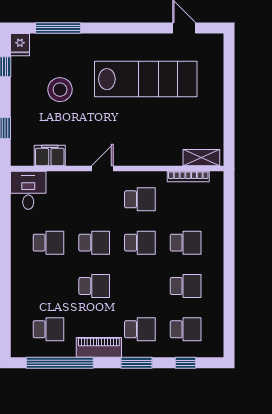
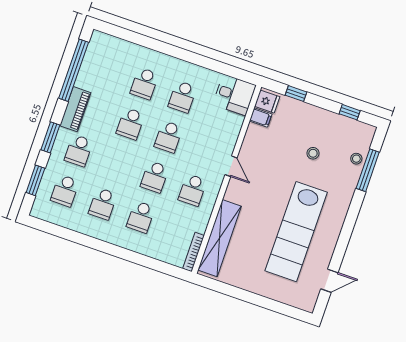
stool: (50, 44) -> (356, 159), added
fridge: (20, 45) -> (267, 102), moved, turned 180
stool: (60, 90) -> (313, 153), width x0.53, depth x0.53
filing cabinet: (50, 156) -> (261, 118), width x0.50
shelving: (201, 158) -> (220, 238), width x2.20, depth x1.33
bookcase: (188, 176) -> (193, 252), moved
school desk: (48, 329) -> (144, 84), moved
window: (185, 363) -> (35, 180), width x1.50

